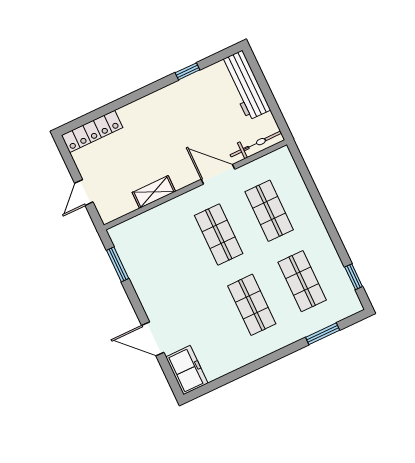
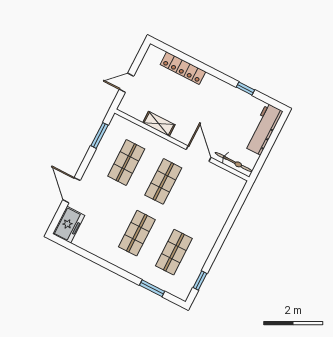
locker: (92, 131) -> (183, 68), moved
shop shelf: (269, 211) -> (126, 162), moved

